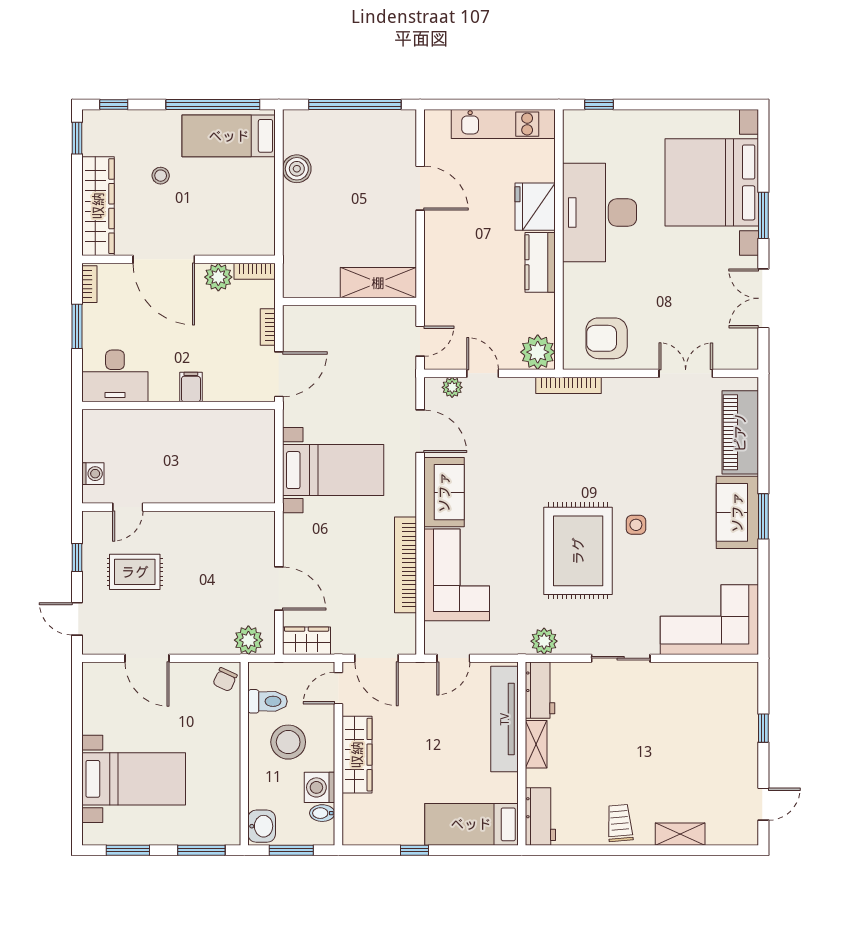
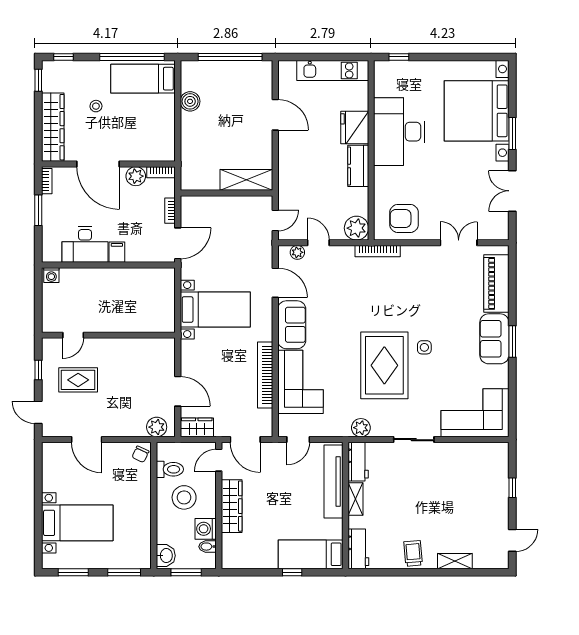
desk: (115, 376) -> (85, 244), moved
washing machine: (93, 474) -> (51, 275), moved, turned 90
window: (414, 850) -> (292, 572), moved

